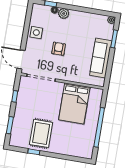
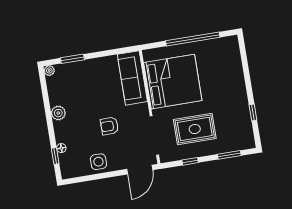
plant: (64, 13) -> (58, 113), moved
sofa: (101, 58) -> (132, 78), moved, turned 90
bed: (74, 103) -> (173, 82), width x1.36
rug: (41, 133) -> (195, 129), moved

